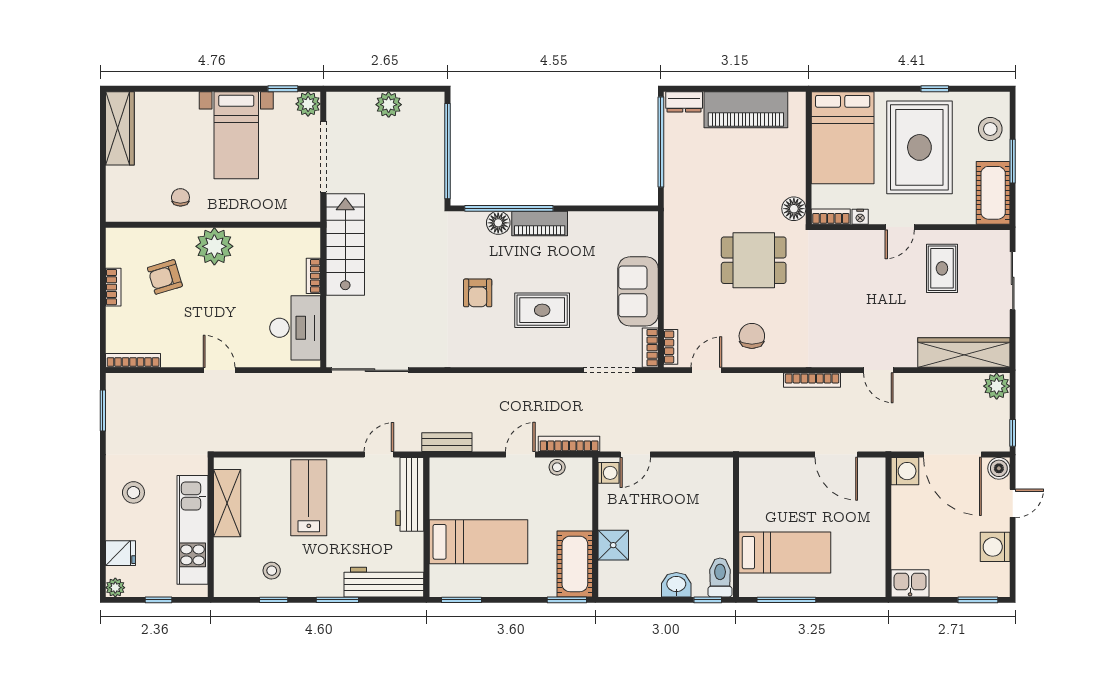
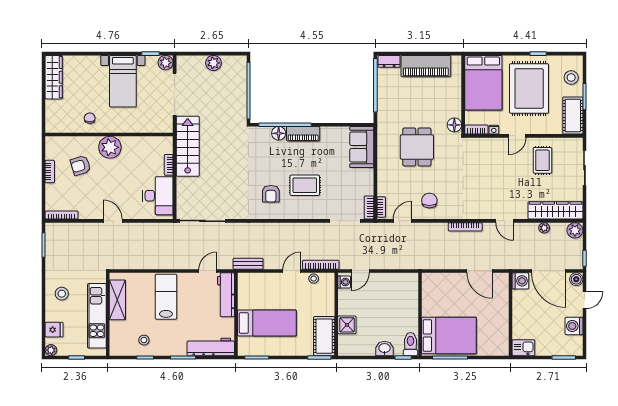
dining table: (754, 260) -> (417, 147), moved, turned 90
sofa: (638, 291) -> (362, 147), moved
armchair: (478, 293) -> (271, 194), moved
plant: (945, 382) -> (544, 228), added
bed: (785, 553) -> (449, 336), width x1.50

